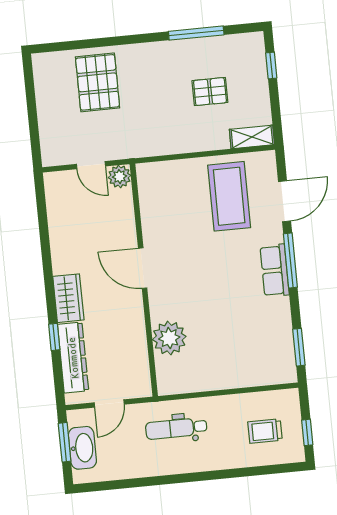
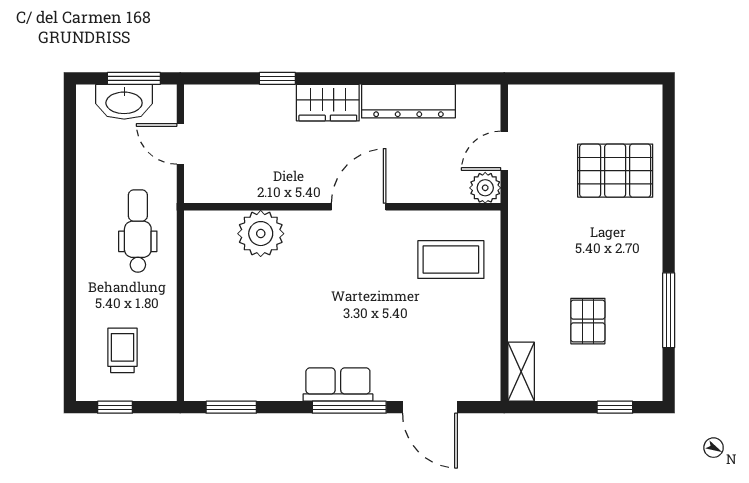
coffee table: (229, 196) -> (451, 260), moved, width x0.73, depth x0.76
dresser: (73, 358) -> (408, 101), moved

